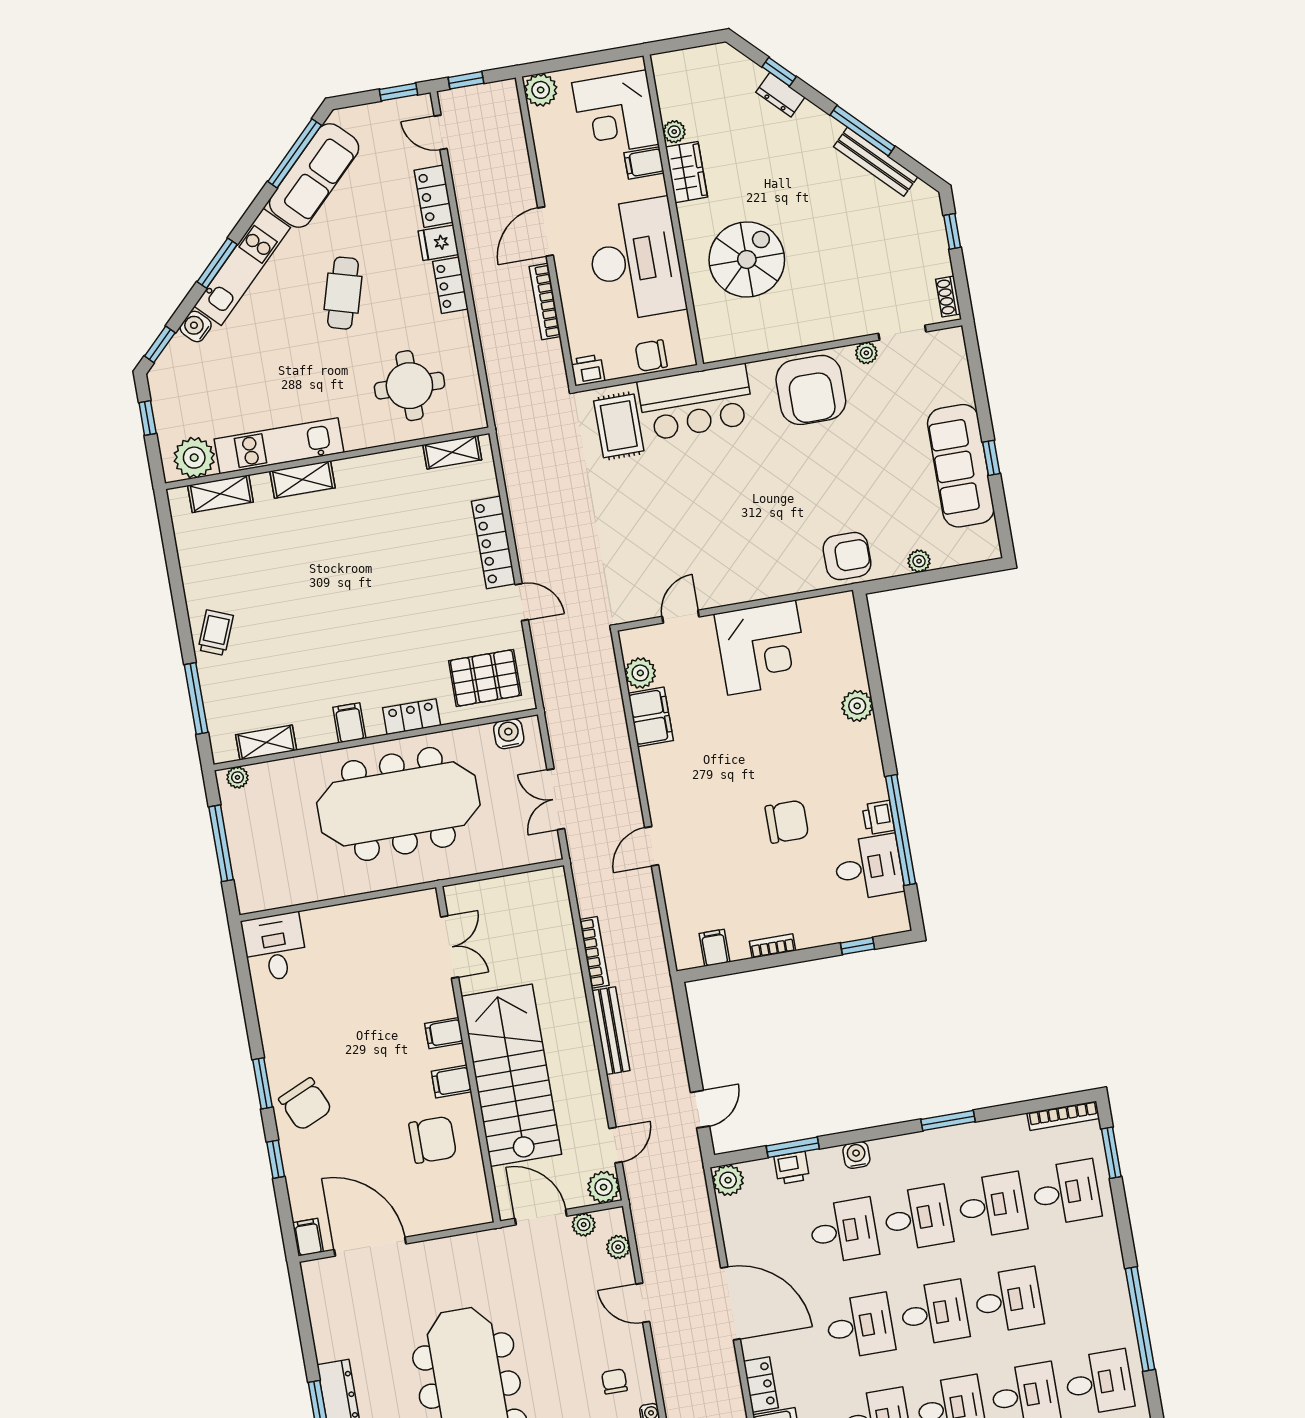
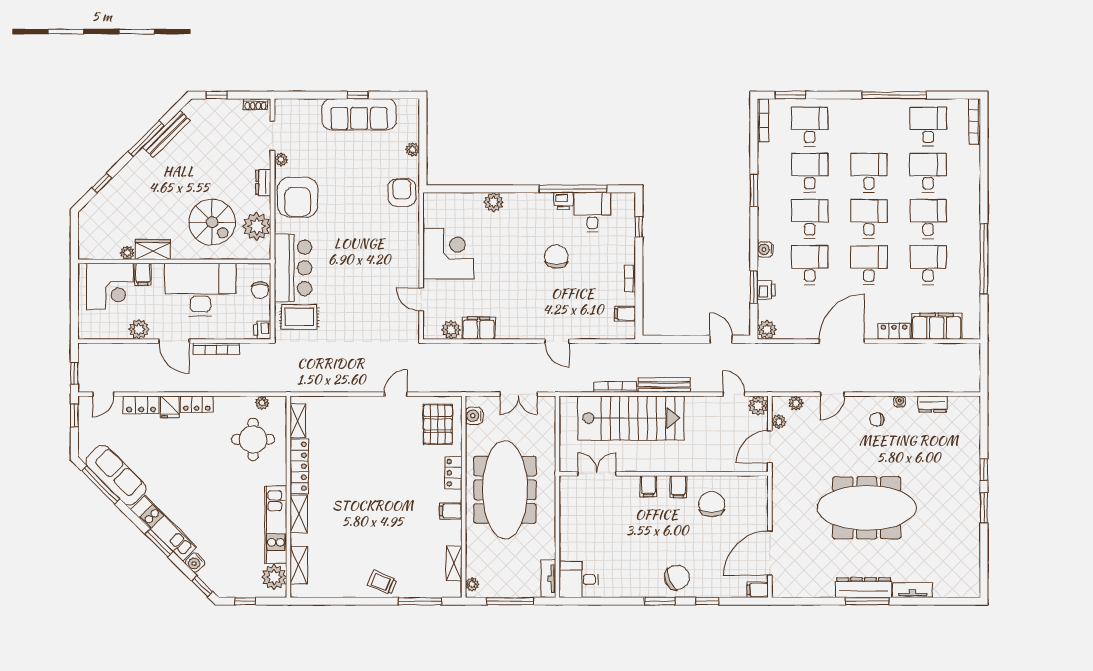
plant: (541, 90) -> (139, 329), moved
dresser: (780, 95) -> (263, 182), moved, turned 135
spiral stairs: (747, 259) -> (212, 222), turned 180
cafe table: (343, 293) -> (190, 470), removed
plant: (752, 332) -> (257, 226), added
plant: (471, 390) -> (262, 403), added
armchair: (811, 390) -> (298, 197), turned 90
locker: (493, 542) -> (299, 466), moved, turned -90
tv unit: (268, 898) -> (548, 579), added
stairs: (511, 1075) -> (631, 418), moved, turned 180

